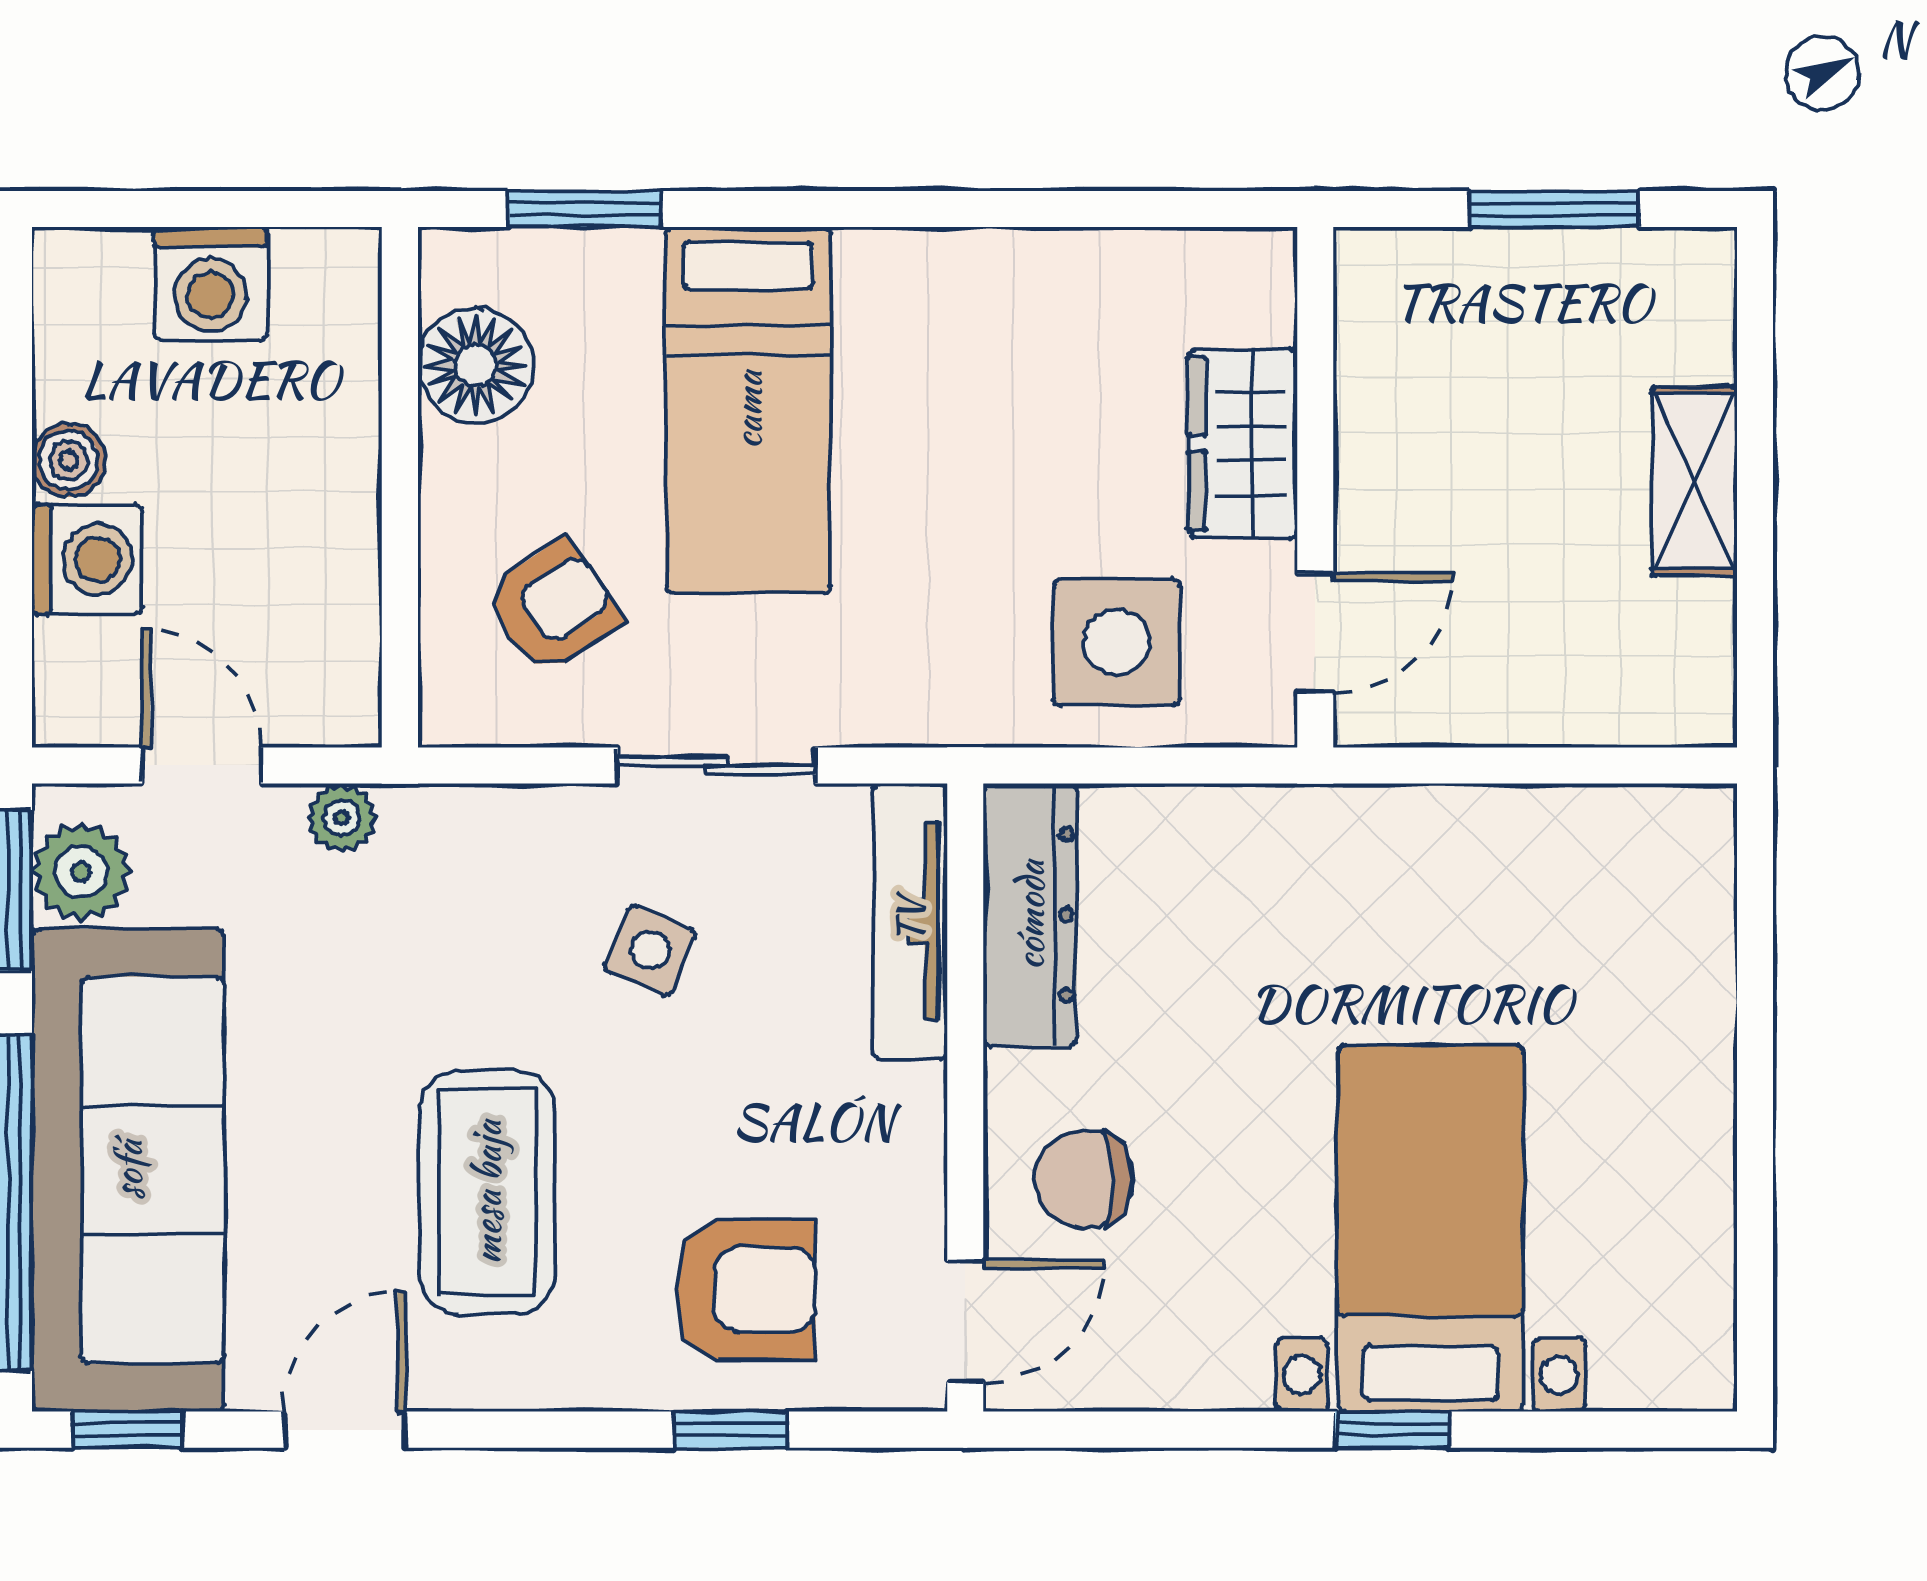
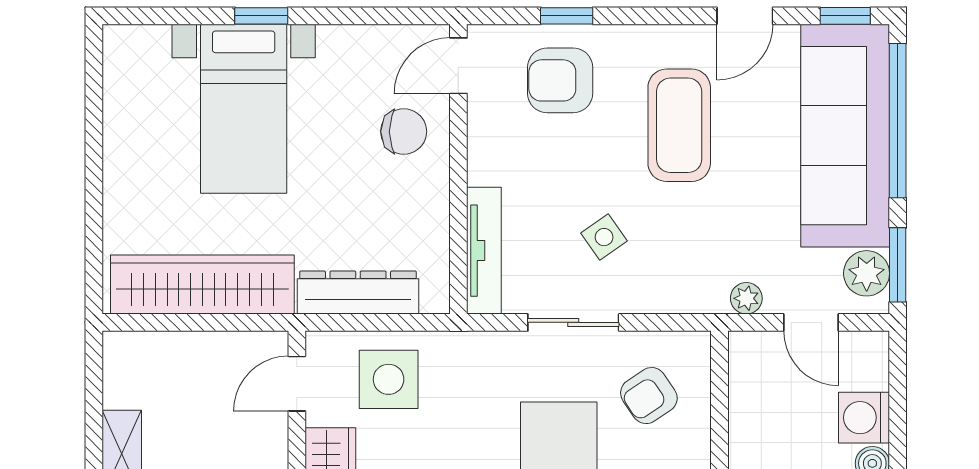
wardrobe: (1520, 848) -> (202, 284), added
dresser: (1030, 915) -> (358, 293), moved, turned 90
side table: (650, 950) -> (604, 237), turned 32

